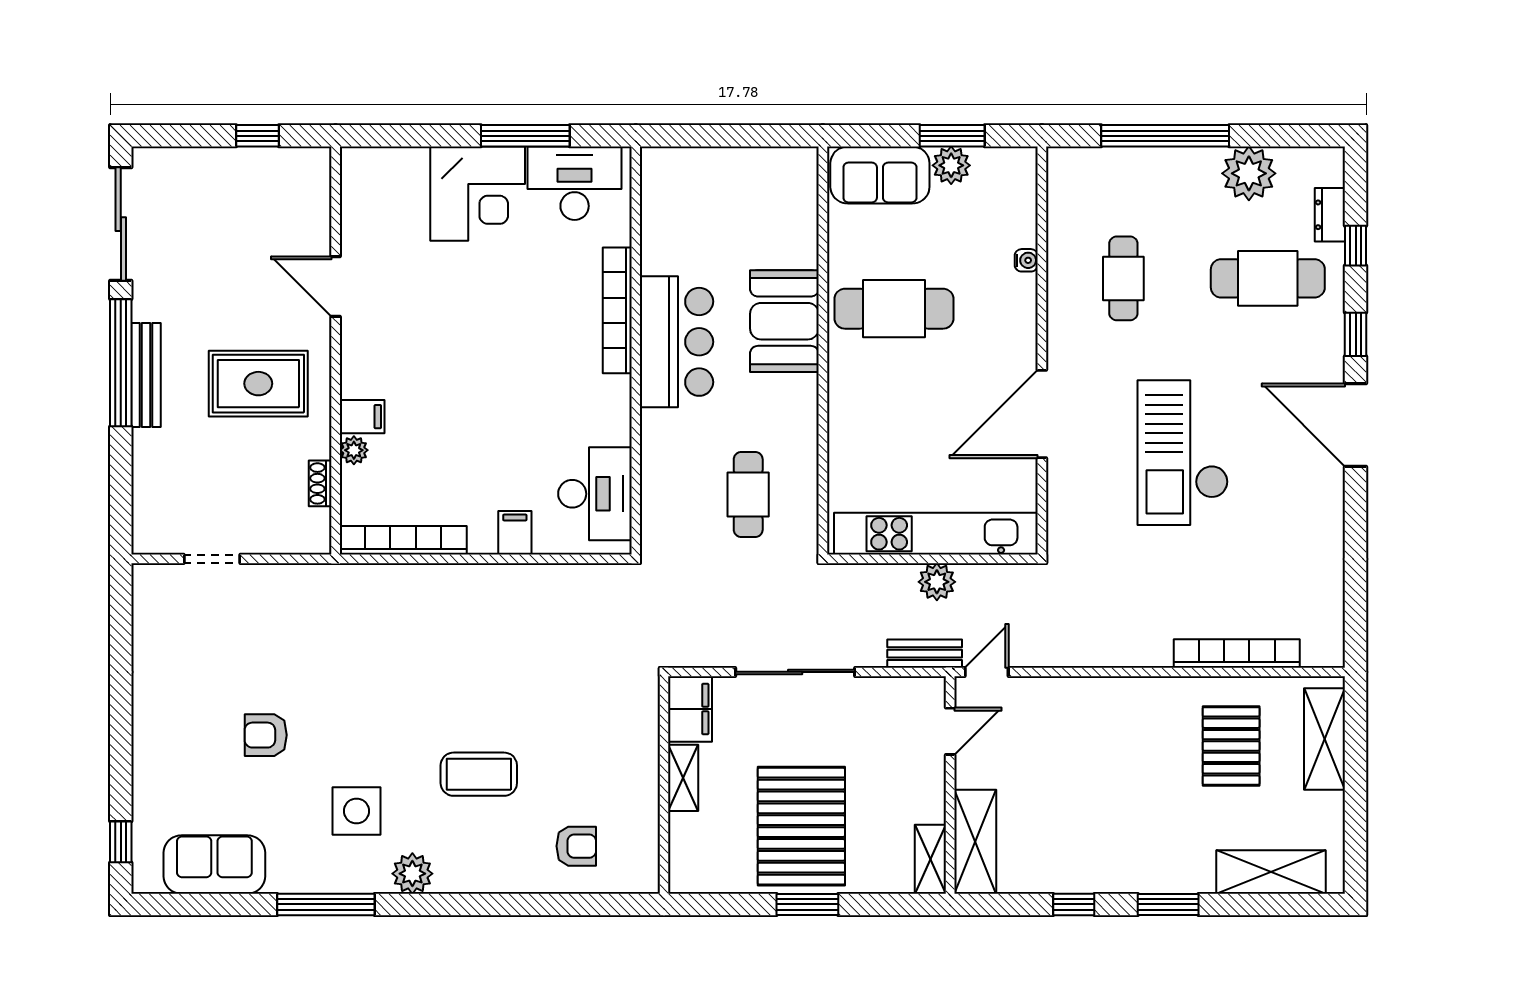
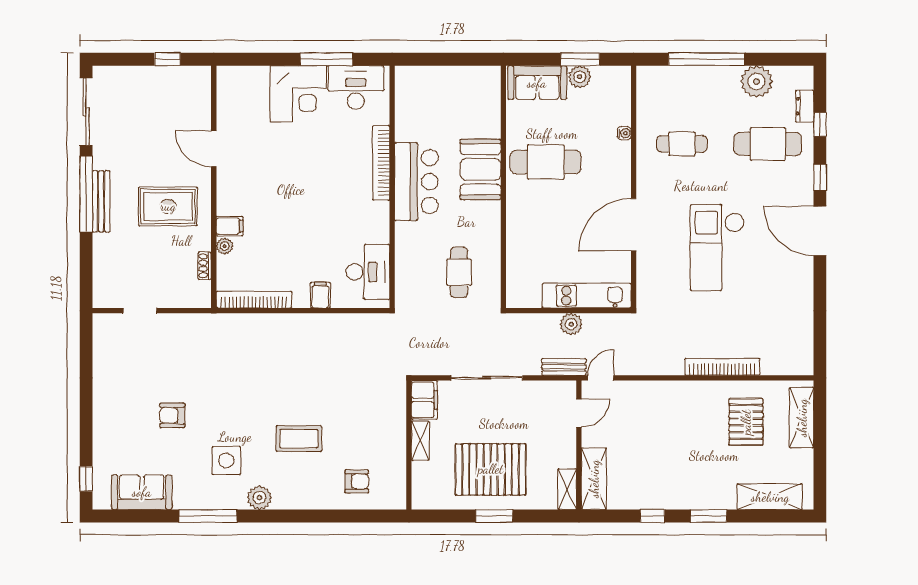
cafe table: (1123, 278) -> (682, 144), turned 90
kitchen unit: (936, 534) -> (587, 296), width x0.73
bookcase: (1237, 653) -> (722, 367), moved
pallet: (801, 826) -> (491, 469), turned 90

